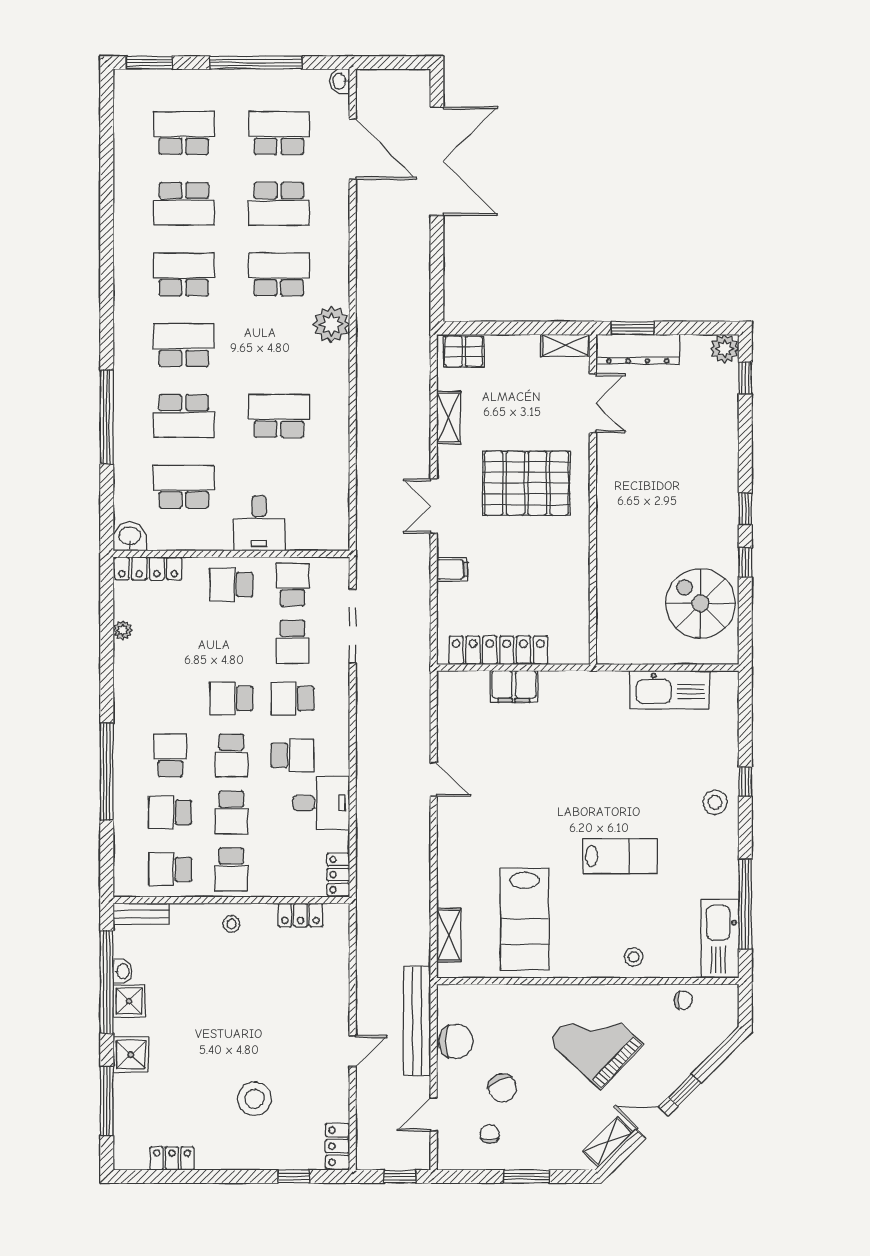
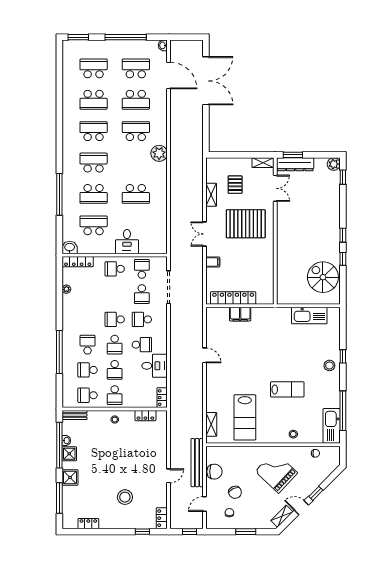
pallet: (464, 352) -> (235, 185), moved, turned 90
school desk: (279, 416) -> (136, 194), turned 180

